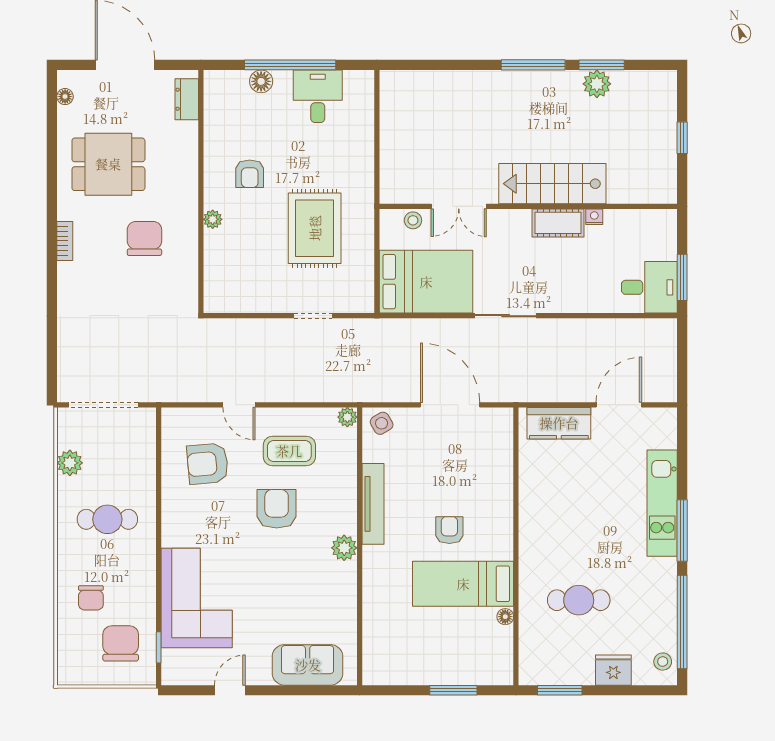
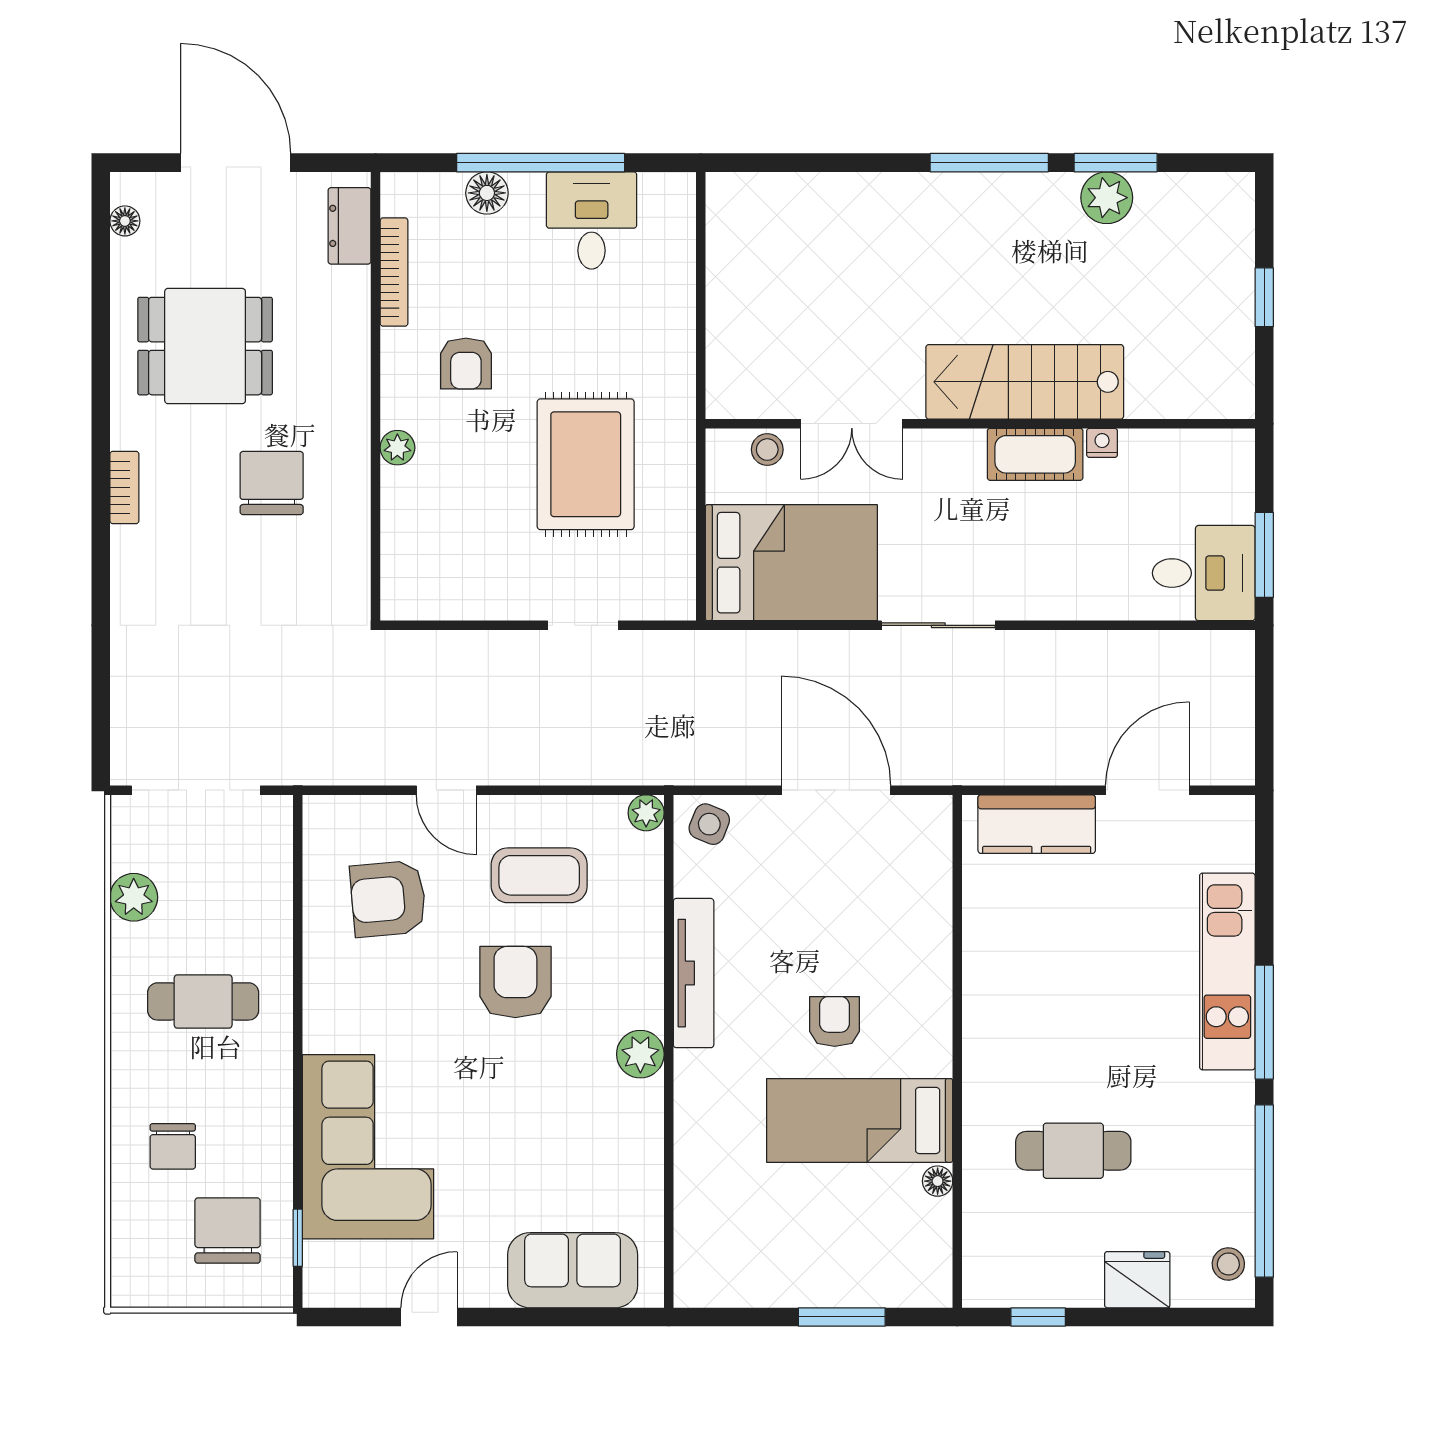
bookcase: (211, 124) -> (394, 272), added
side table: (382, 423) -> (709, 824), turned -37
window: (560, 690) -> (1038, 1317), width x0.67

